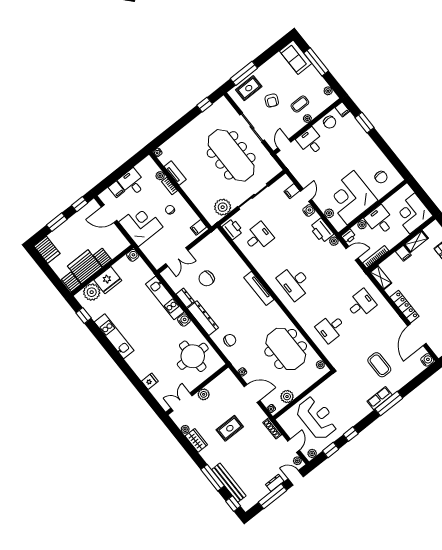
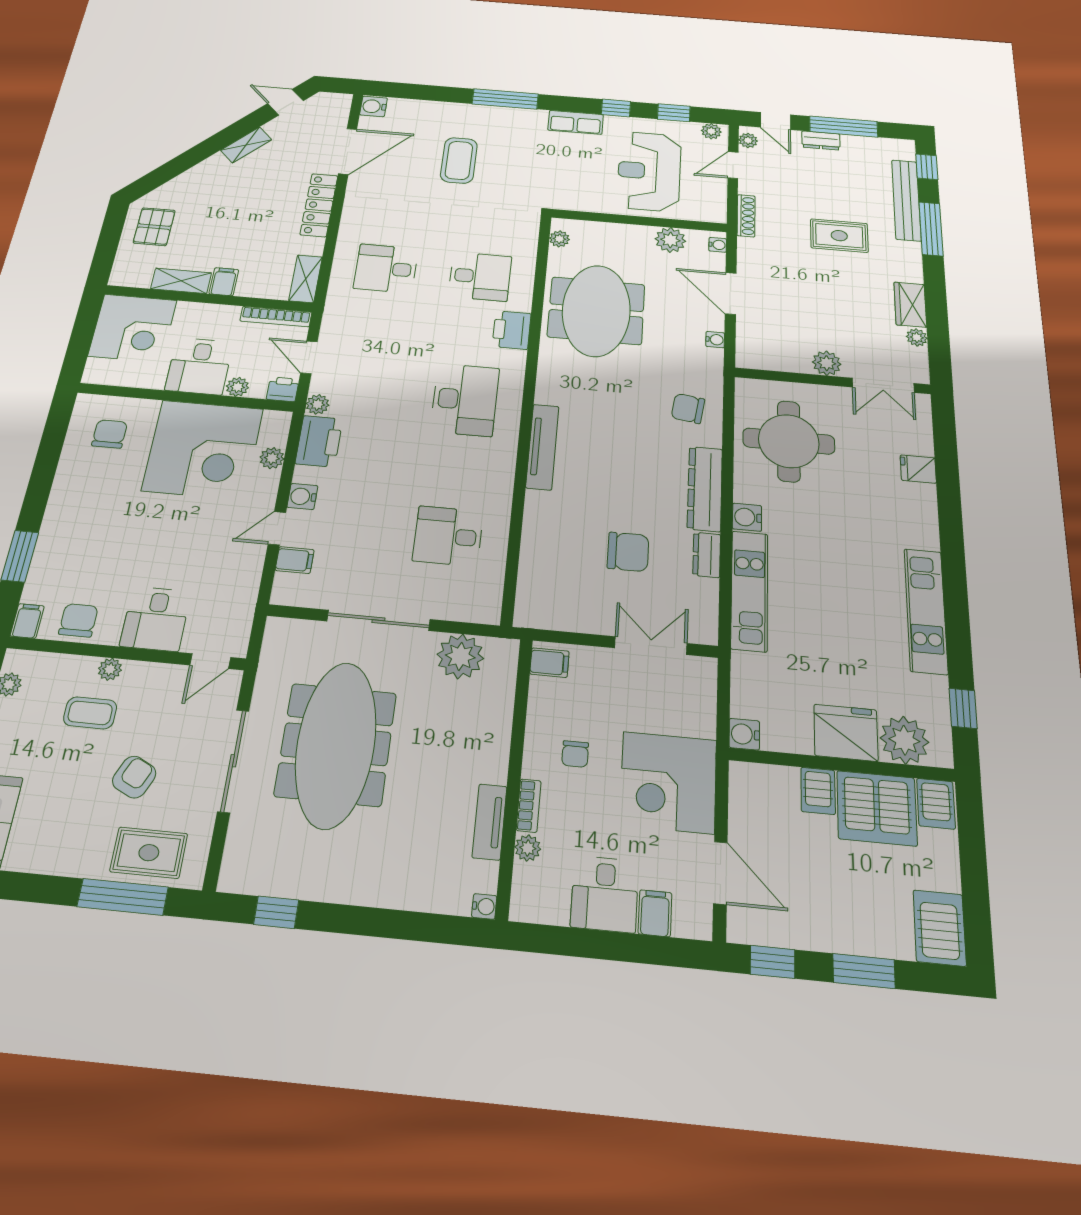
printer: (233, 229) -> (512, 330), moved
row of seats: (380, 398) -> (576, 122), moved
rug: (230, 428) -> (839, 236), moved

